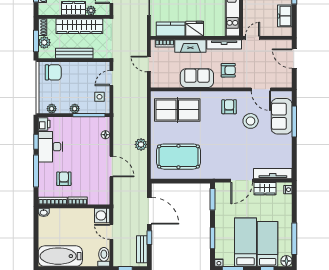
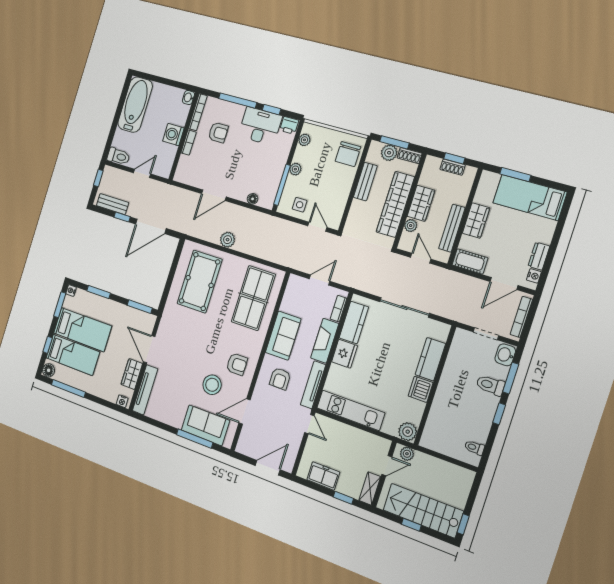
bench: (74, 53) -> (365, 181), width x0.73
washing machine: (102, 215) -> (173, 135), moved, turned -90

